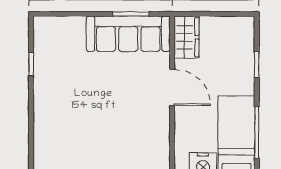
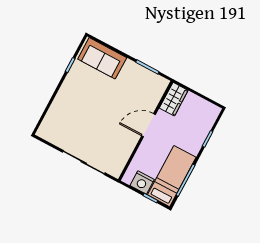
sofa: (128, 34) -> (102, 58), moved, width x0.73
door: (172, 87) -> (149, 125), swing flipped

